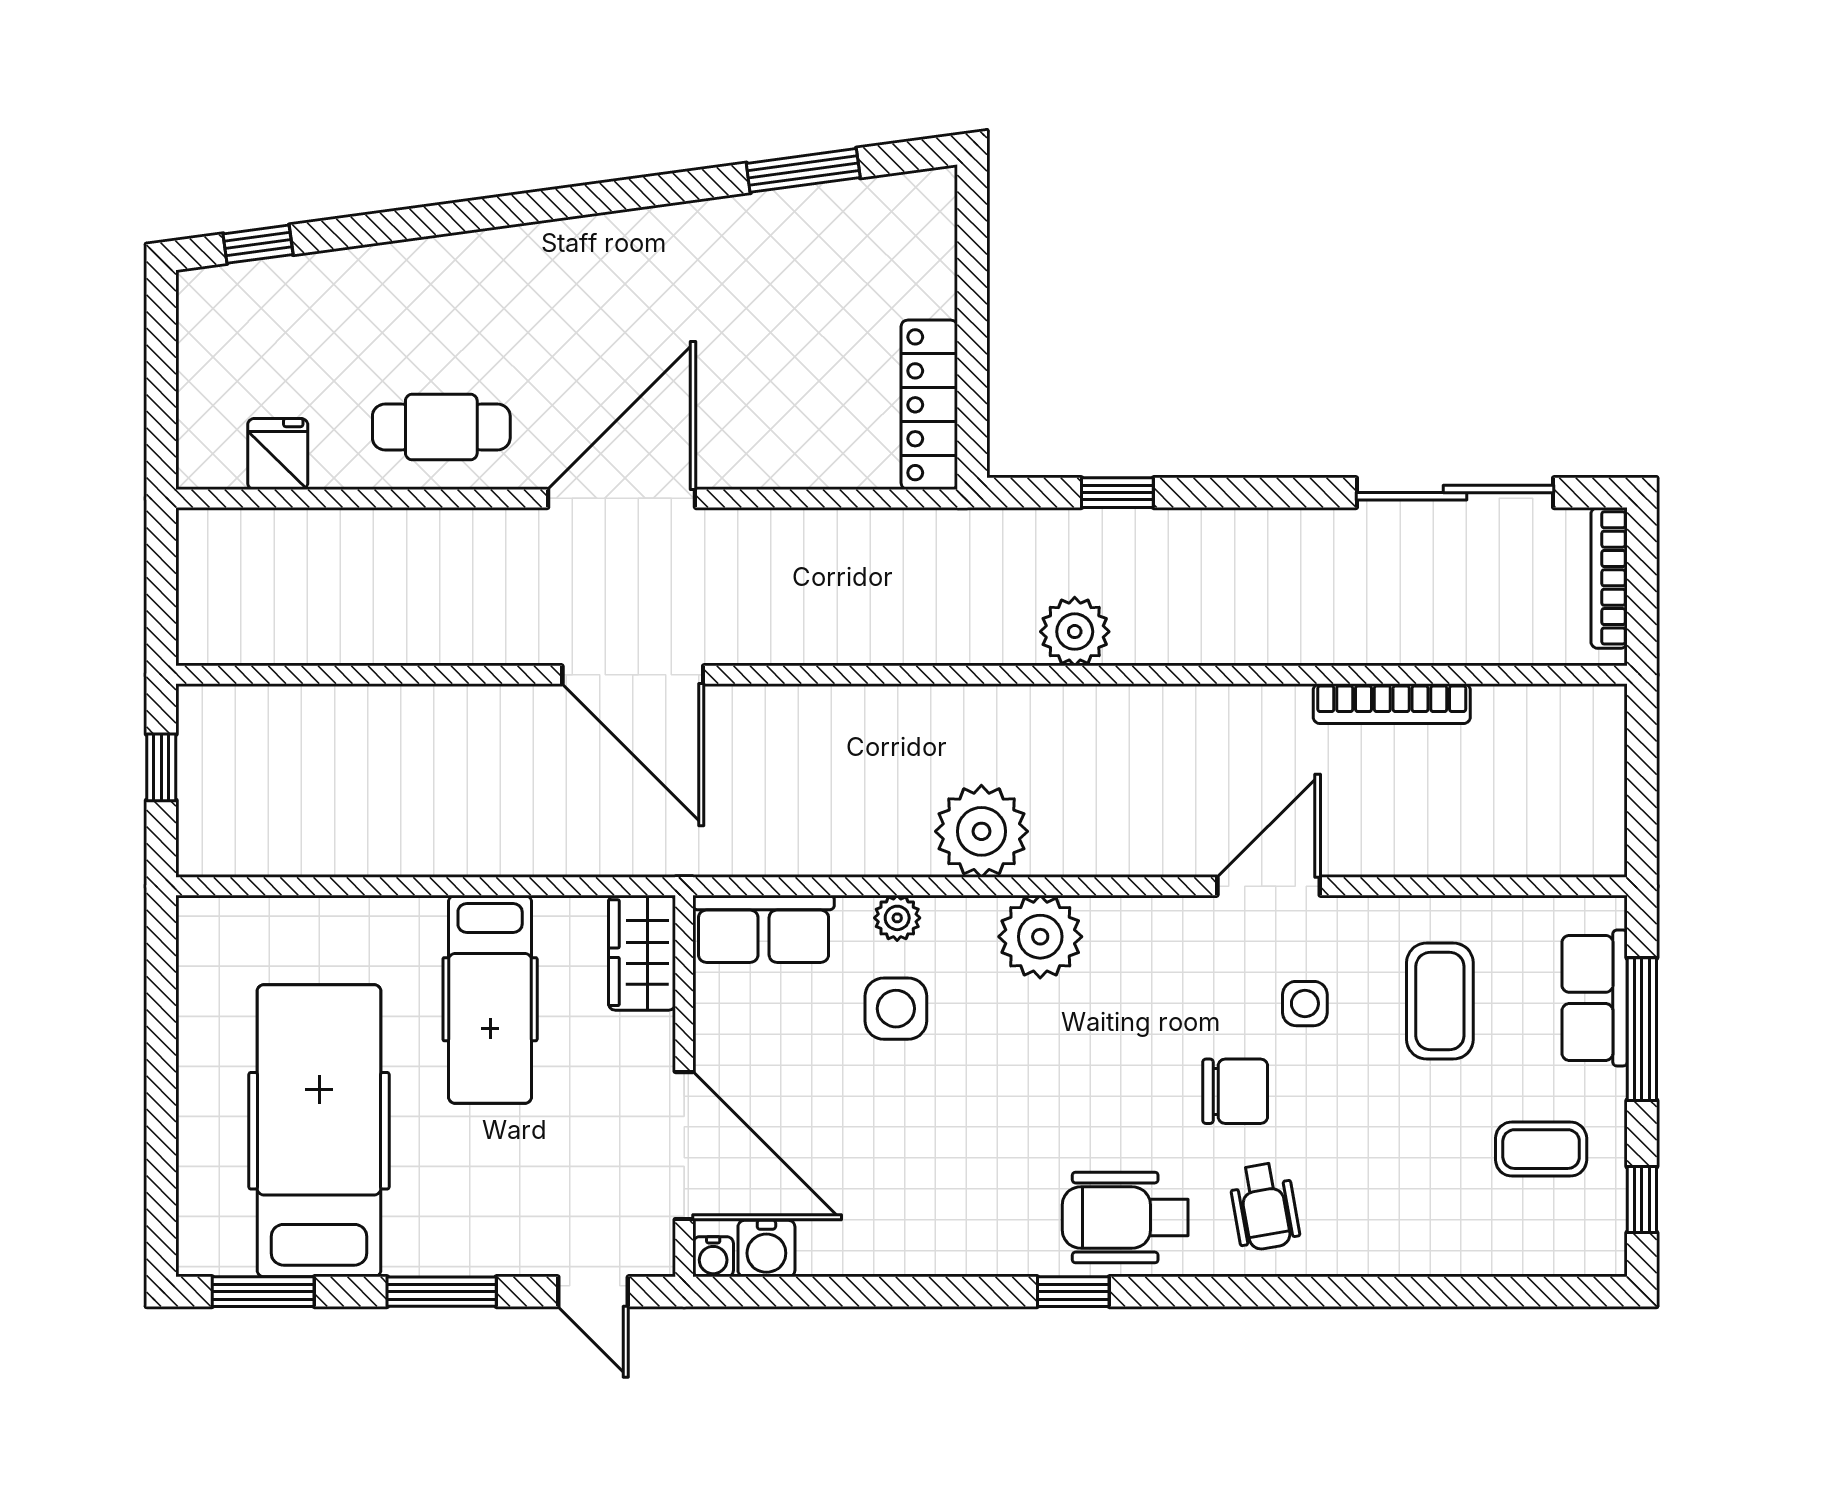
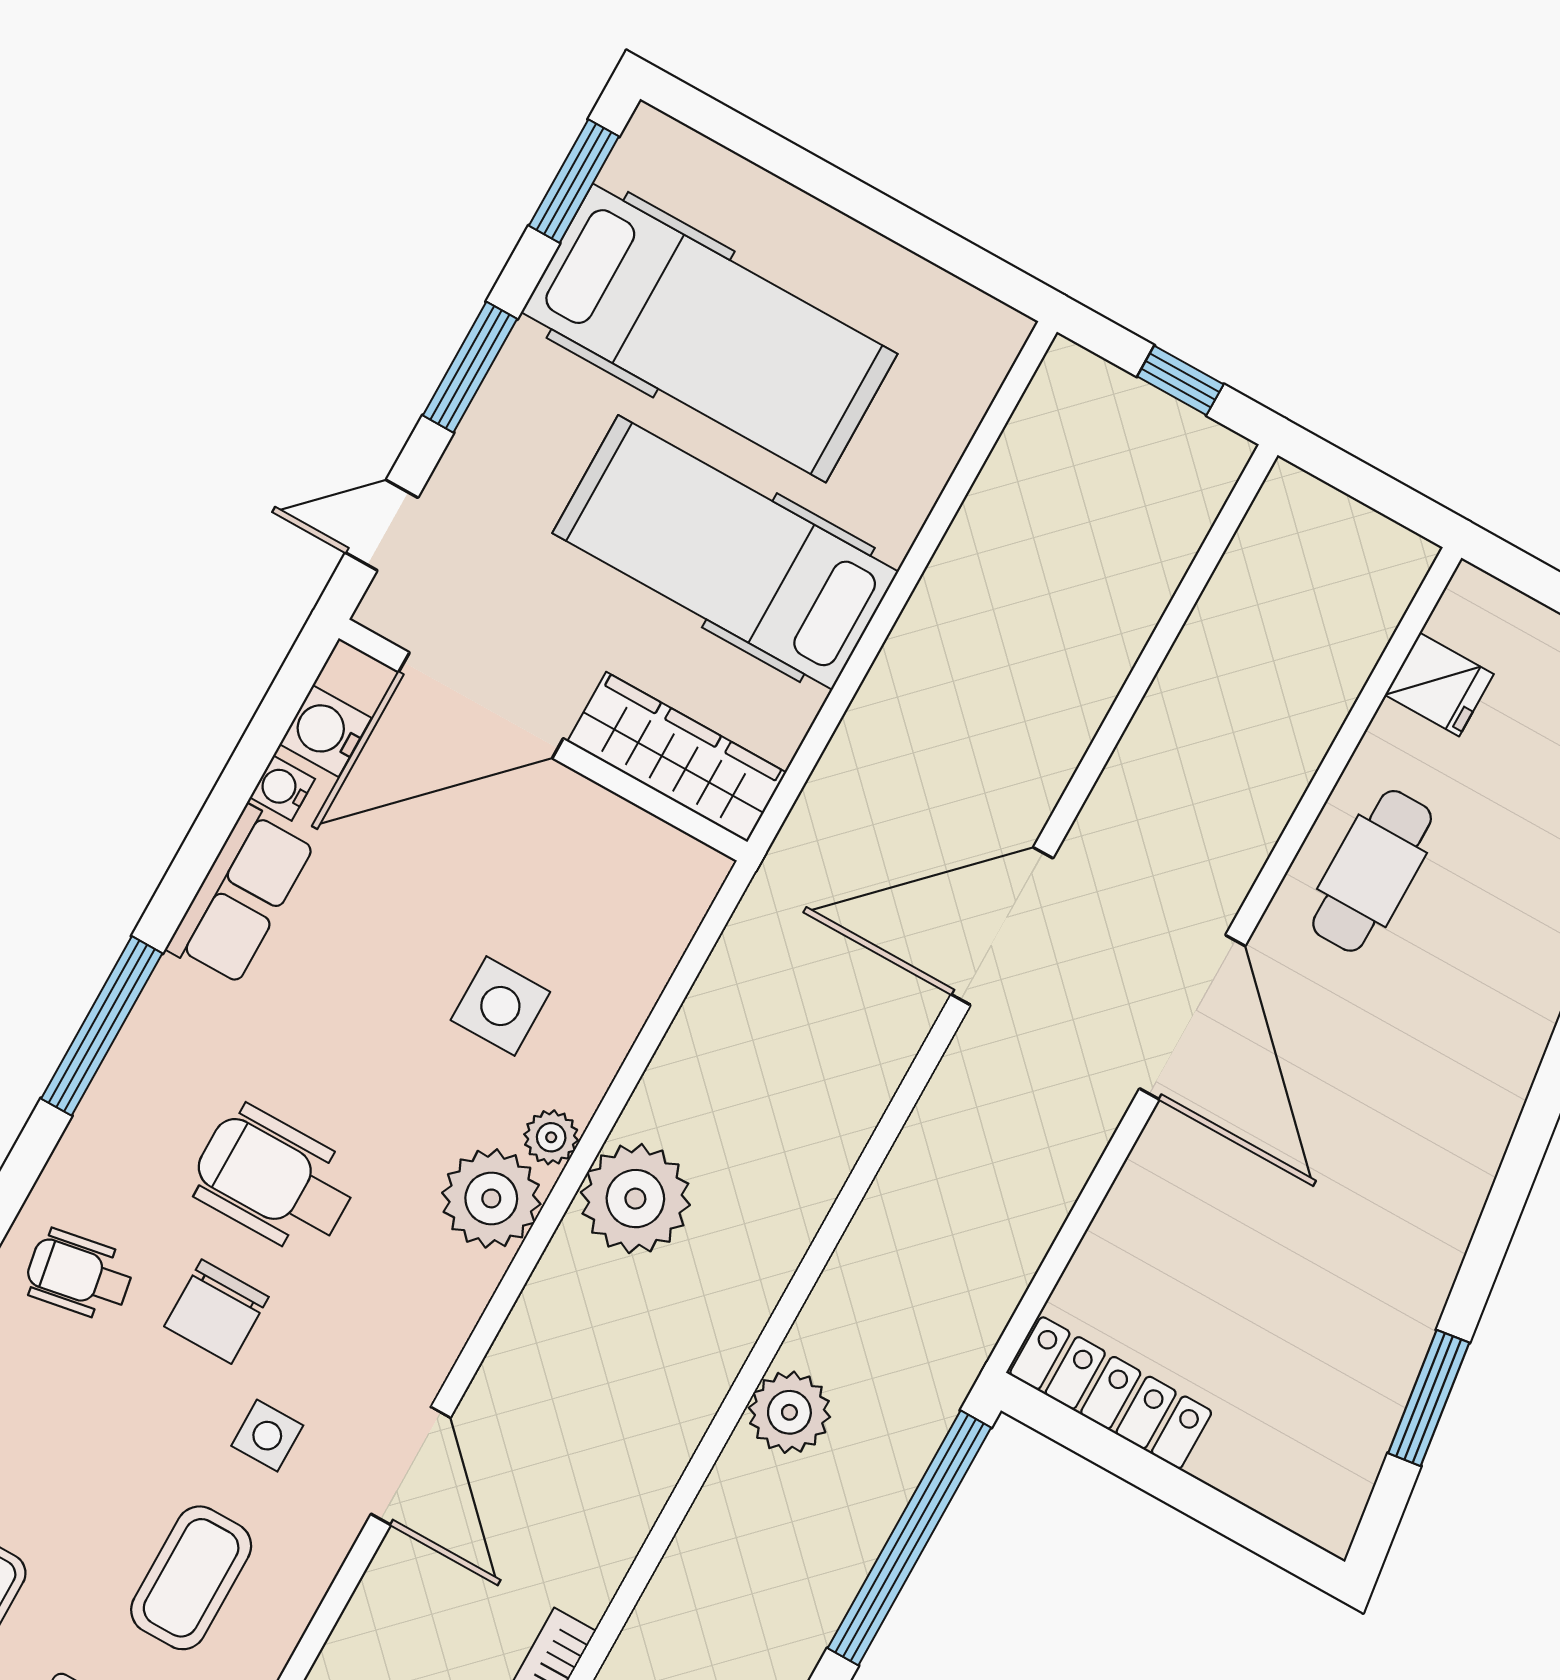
window: (1117, 493) -> (909, 1538), width x3.17
plant: (897, 918) -> (551, 1137), moved
row of seats: (764, 929) -> (241, 896), moved, turned 180
wardrobe: (642, 953) -> (677, 757), width x1.50
hospital bed: (490, 999) -> (725, 552), width x1.37, depth x1.29
coffee table: (1440, 1001) -> (191, 1578), turned 90
wheelchair: (1125, 1217) -> (274, 1180), moved, turned -90
water cooler: (713, 1257) -> (282, 788), moved
window: (1073, 1292) -> (102, 1026), width x2.17

